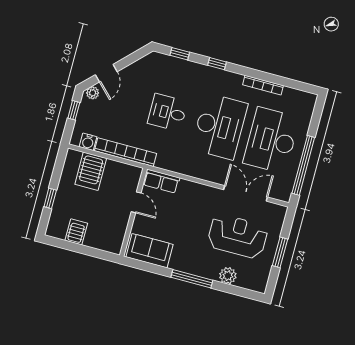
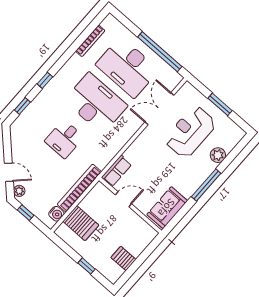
bookcase: (263, 85) -> (90, 41), moved

